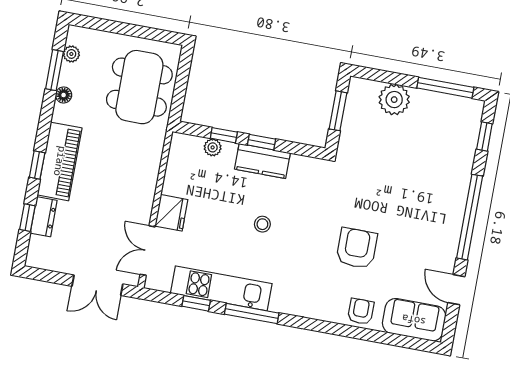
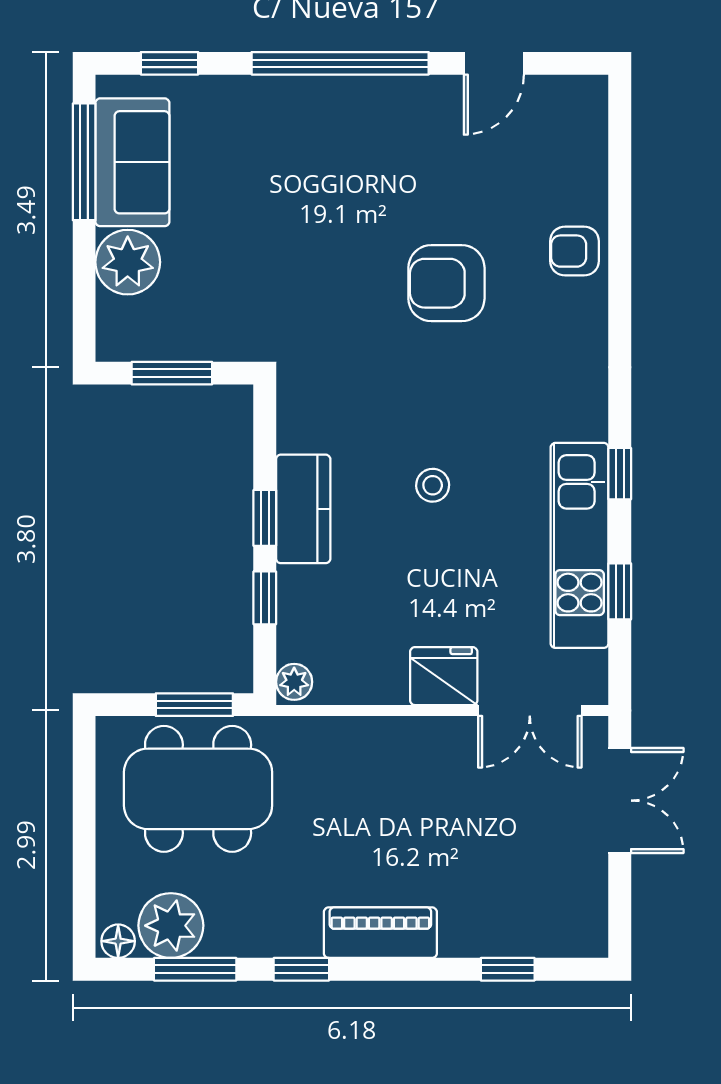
plant: (71, 54) -> (171, 926), width x1.87, depth x1.87
window: (179, 93) -> (194, 705), added
floor lamp: (64, 95) -> (118, 941), moved
plant: (213, 147) -> (294, 682), moved
piano: (60, 161) -> (380, 933), width x0.73, depth x0.75
window: (37, 165) -> (301, 969), moved
dresser: (44, 217) -> (500, 936), removed
window: (252, 314) -> (620, 474), width x0.46
sofa: (414, 320) -> (132, 162), moved, turned 180

